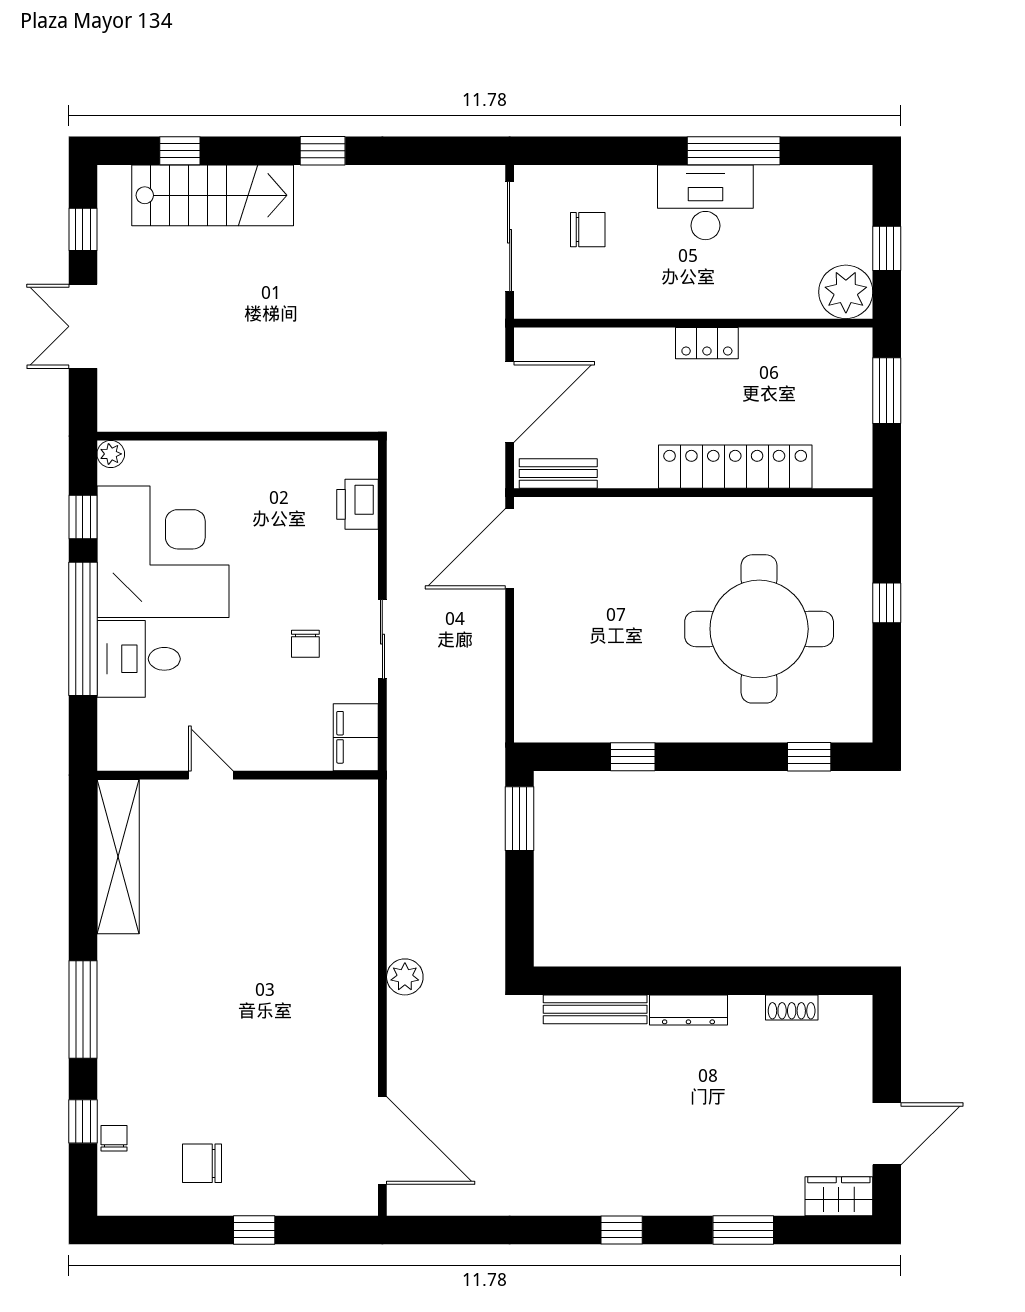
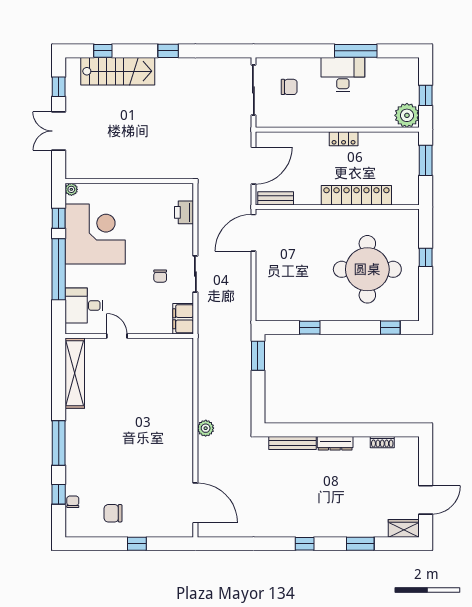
desk: (139, 659) -> (84, 305), moved

